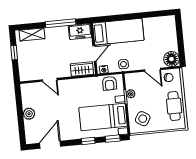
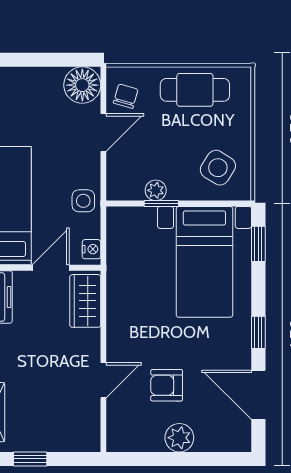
door: (94, 53) -> (51, 268), hinge flipped
armchair: (109, 83) -> (167, 385), moved, turned 180
window: (88, 141) -> (258, 332), moved

